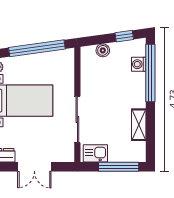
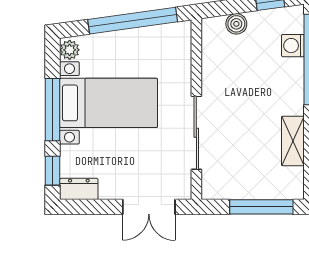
kitchen sink: (95, 153) -> (225, 186), removed
double door: (34, 167) -> (149, 207), moved

